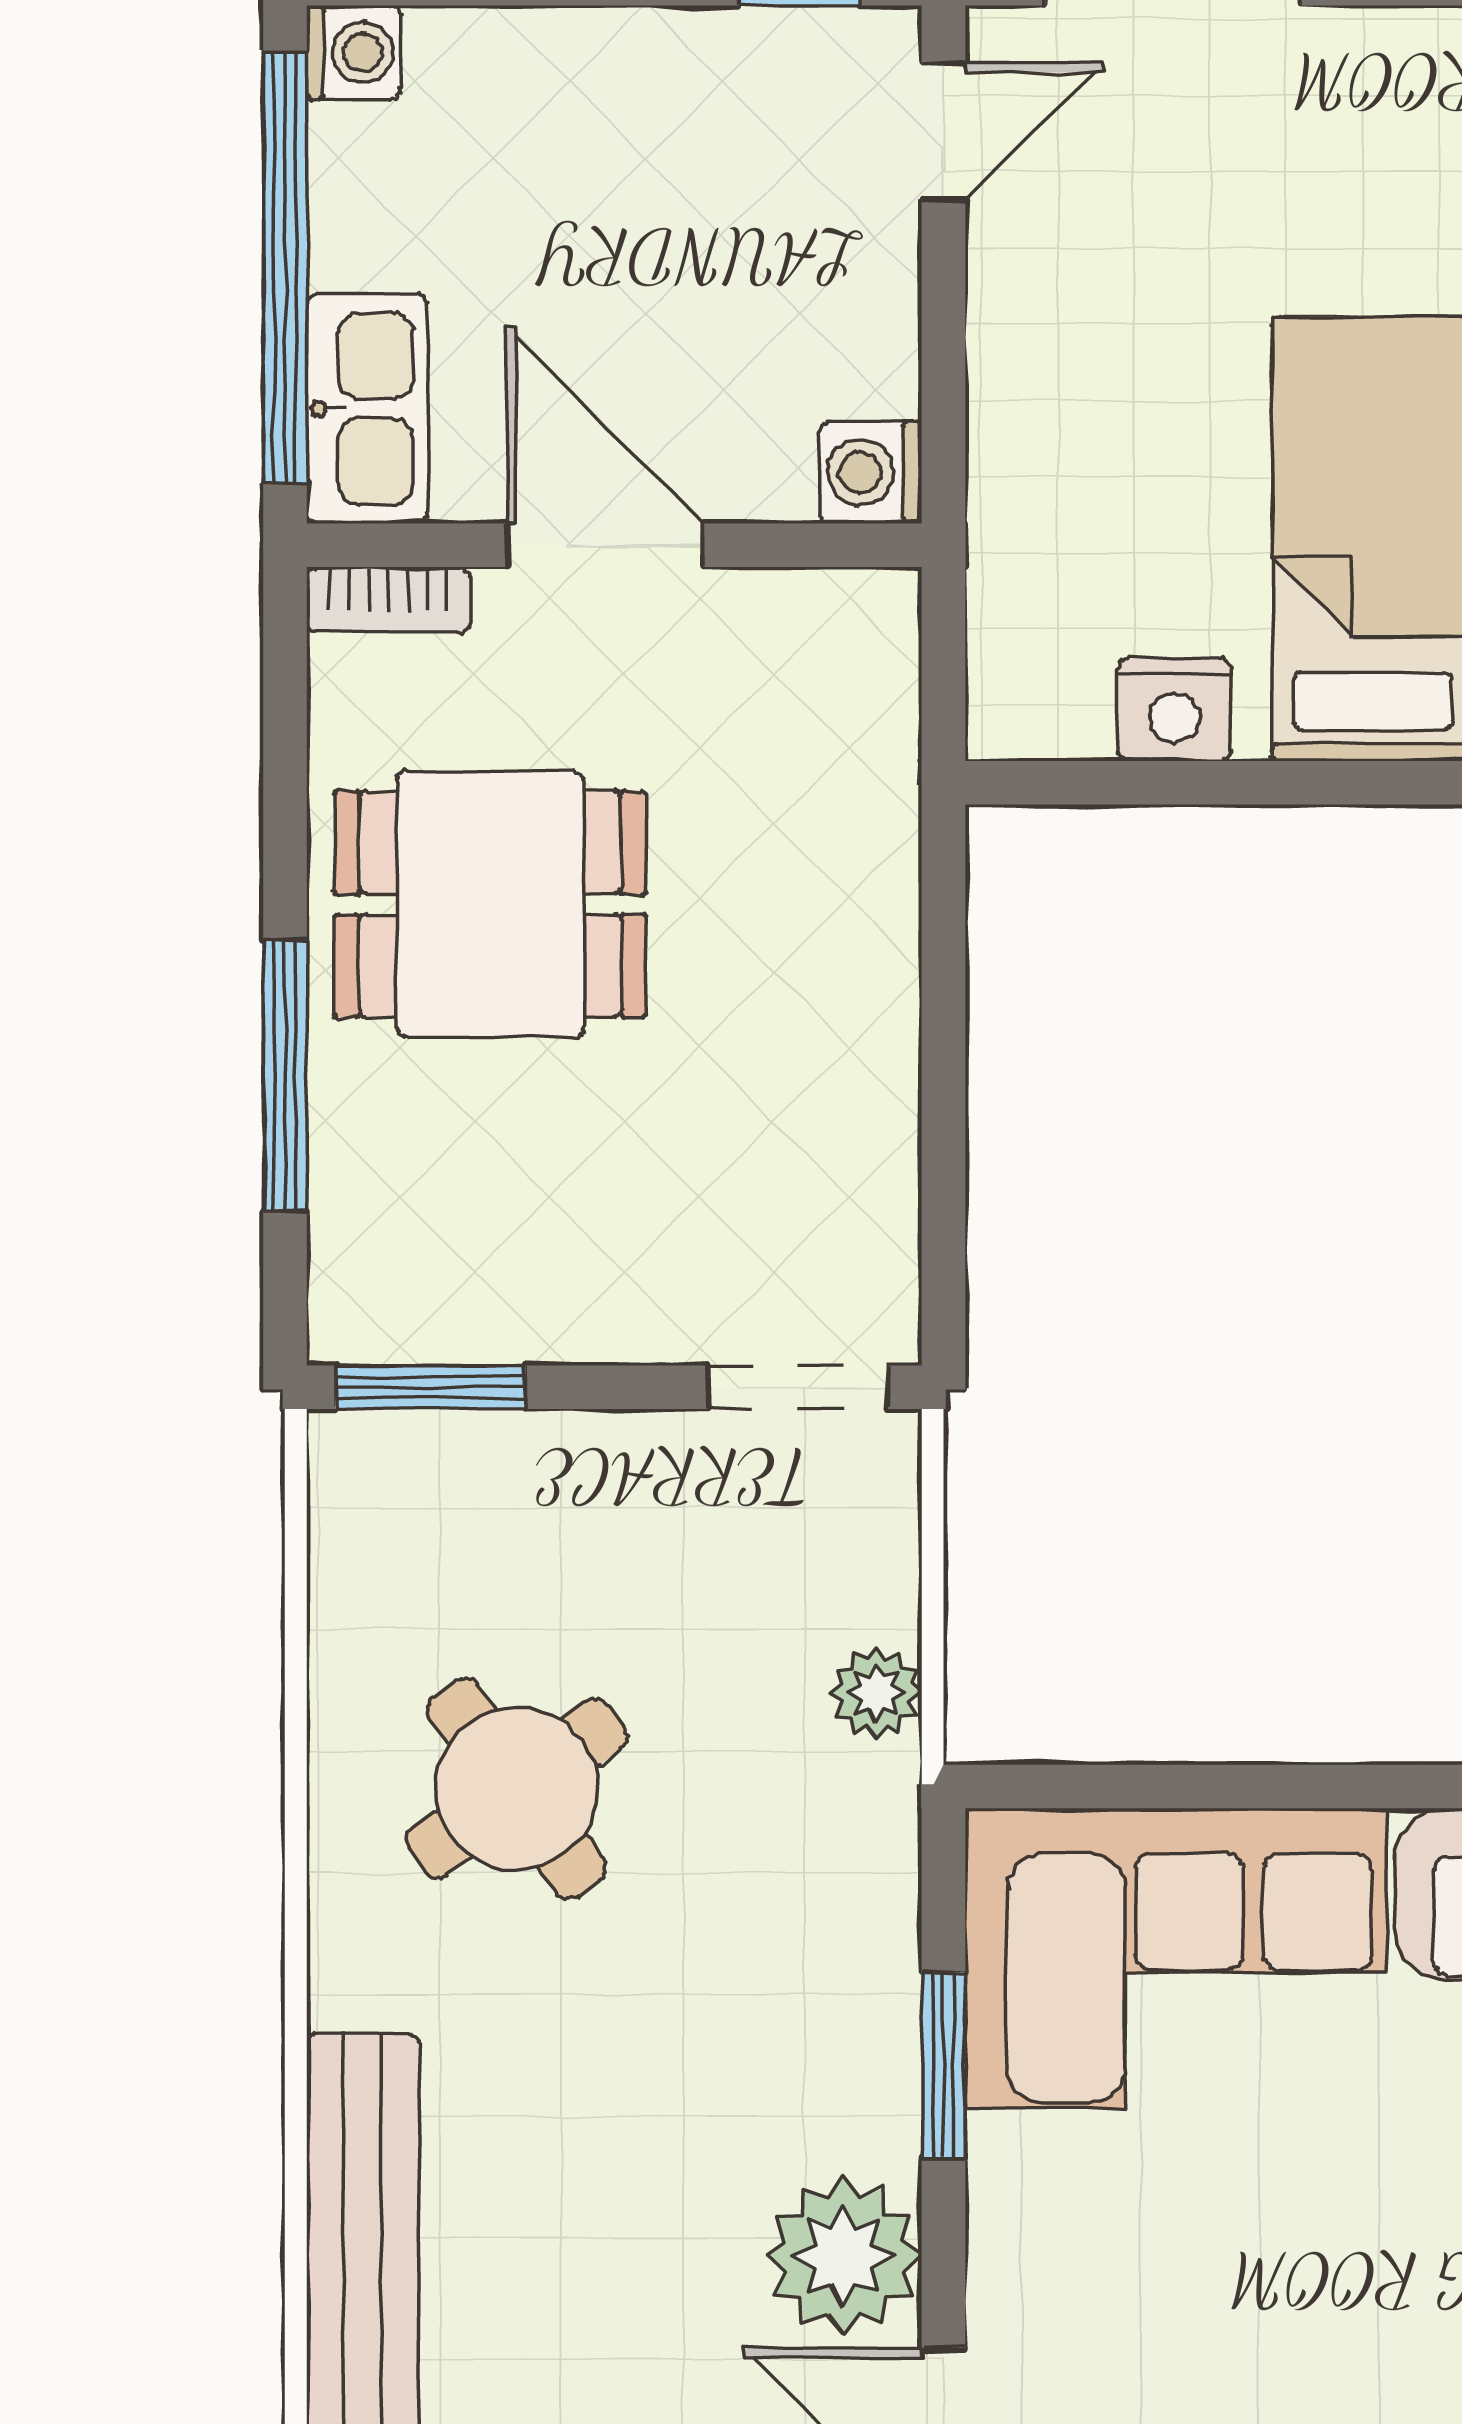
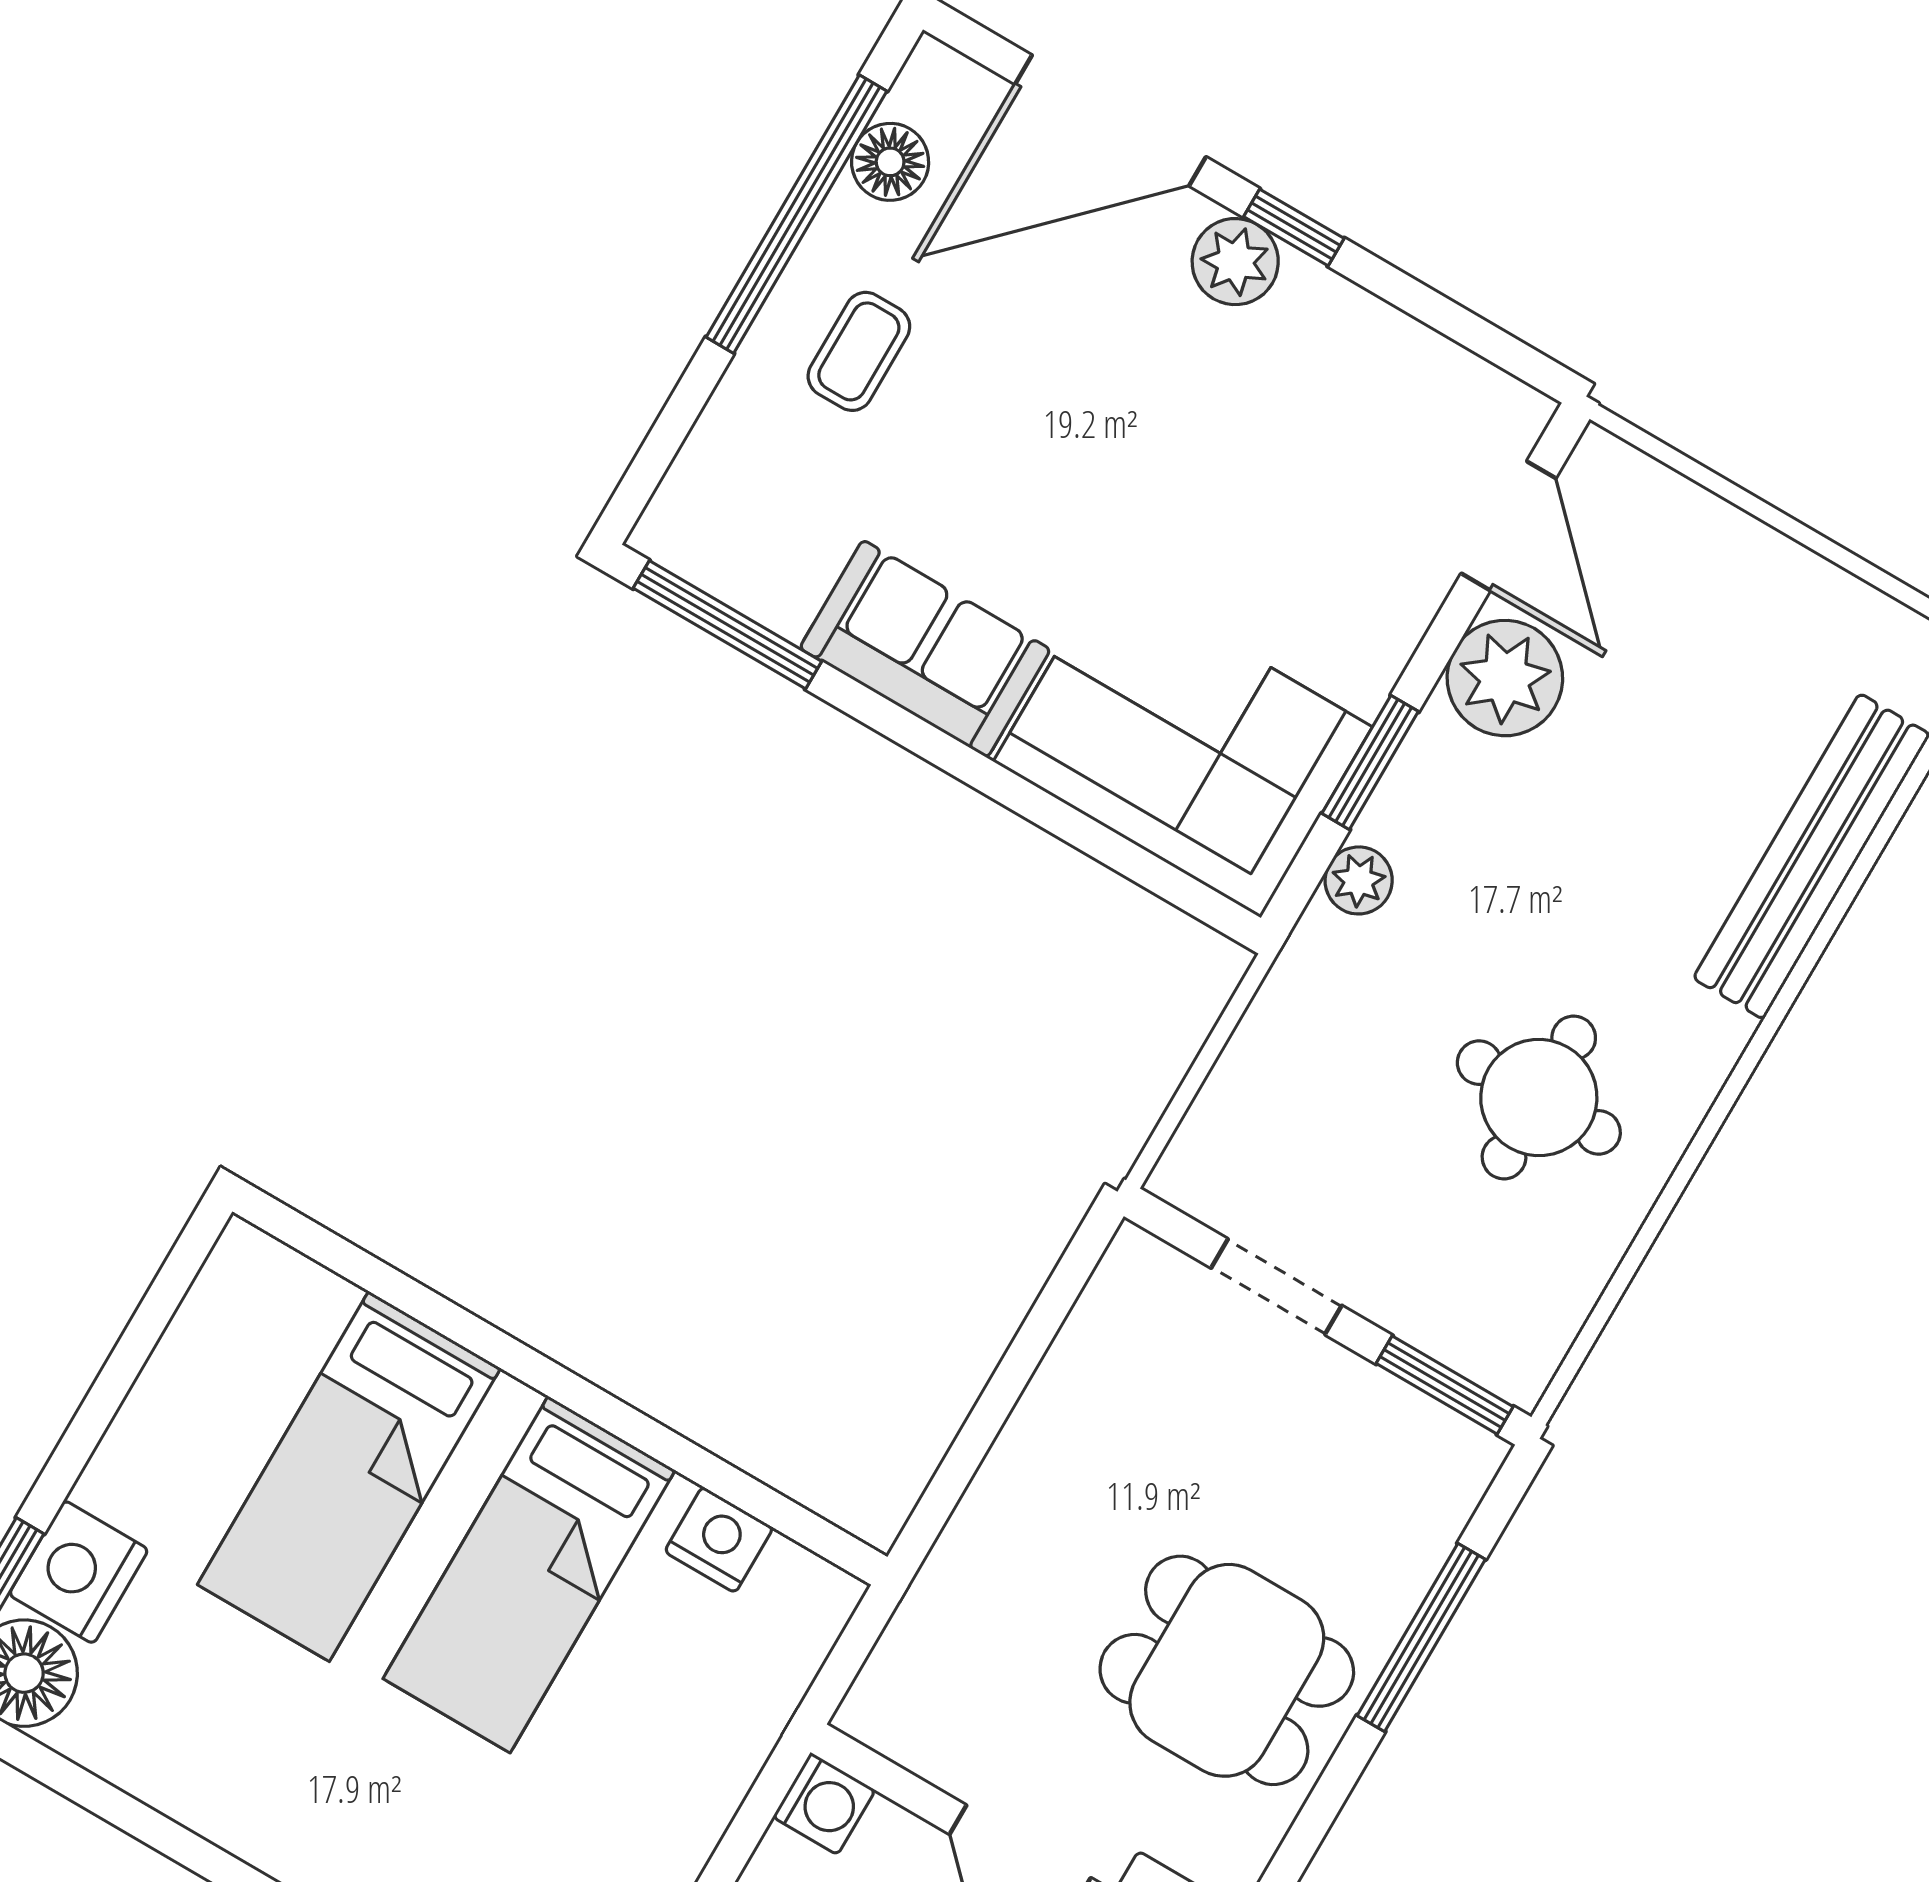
doorway: (798, 1387) -> (1276, 1287), moved
plant: (876, 1693) -> (1359, 880), moved
round table: (517, 1788) -> (1539, 1097), turned 36

